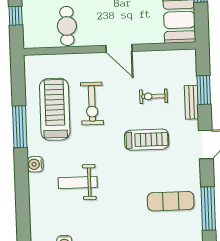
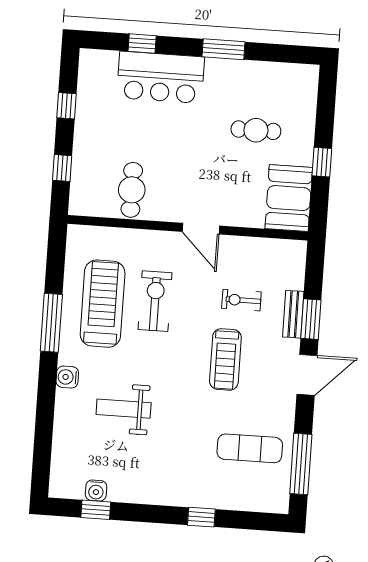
window: (204, 90) -> (311, 319), moved
exercise bike: (92, 104) -> (155, 301), turned 180
treadmill: (147, 140) -> (225, 359), turned 90

